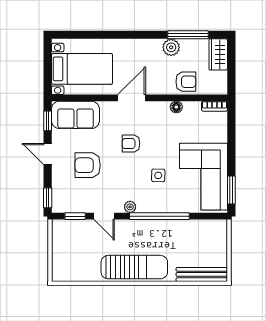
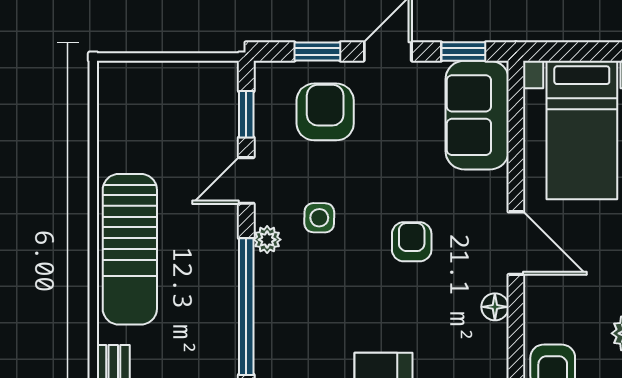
floor lamp: (176, 107) -> (495, 307), moved
armchair: (88, 165) -> (325, 112), moved
side table: (158, 175) -> (319, 218), moved
window: (48, 198) -> (317, 52), moved

